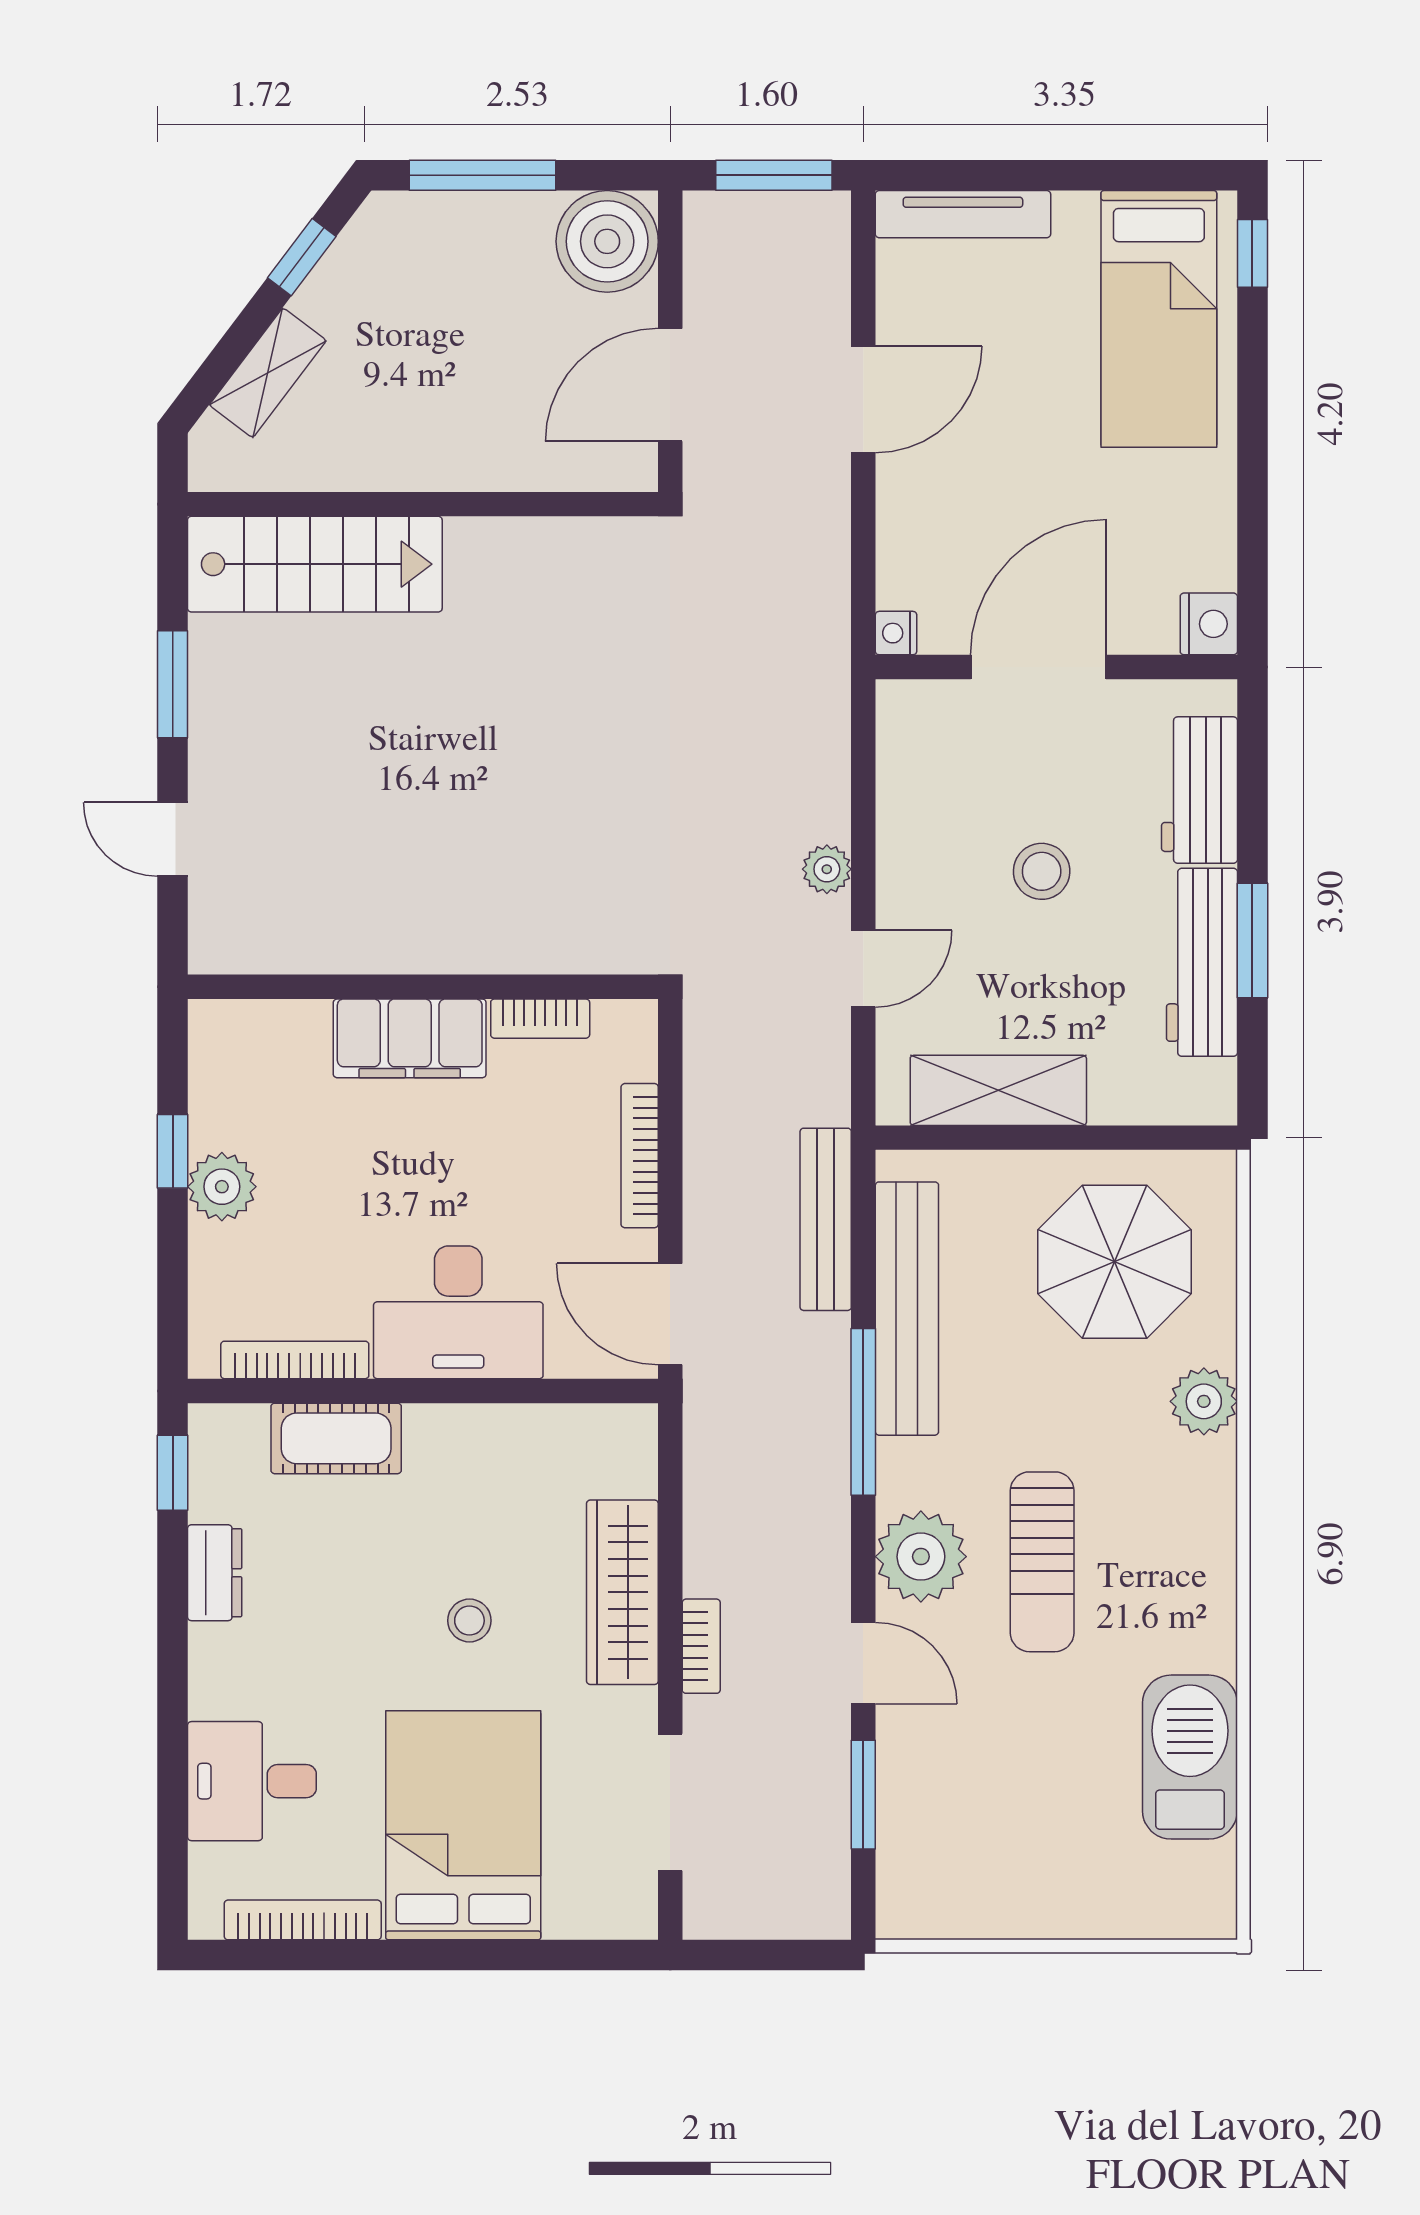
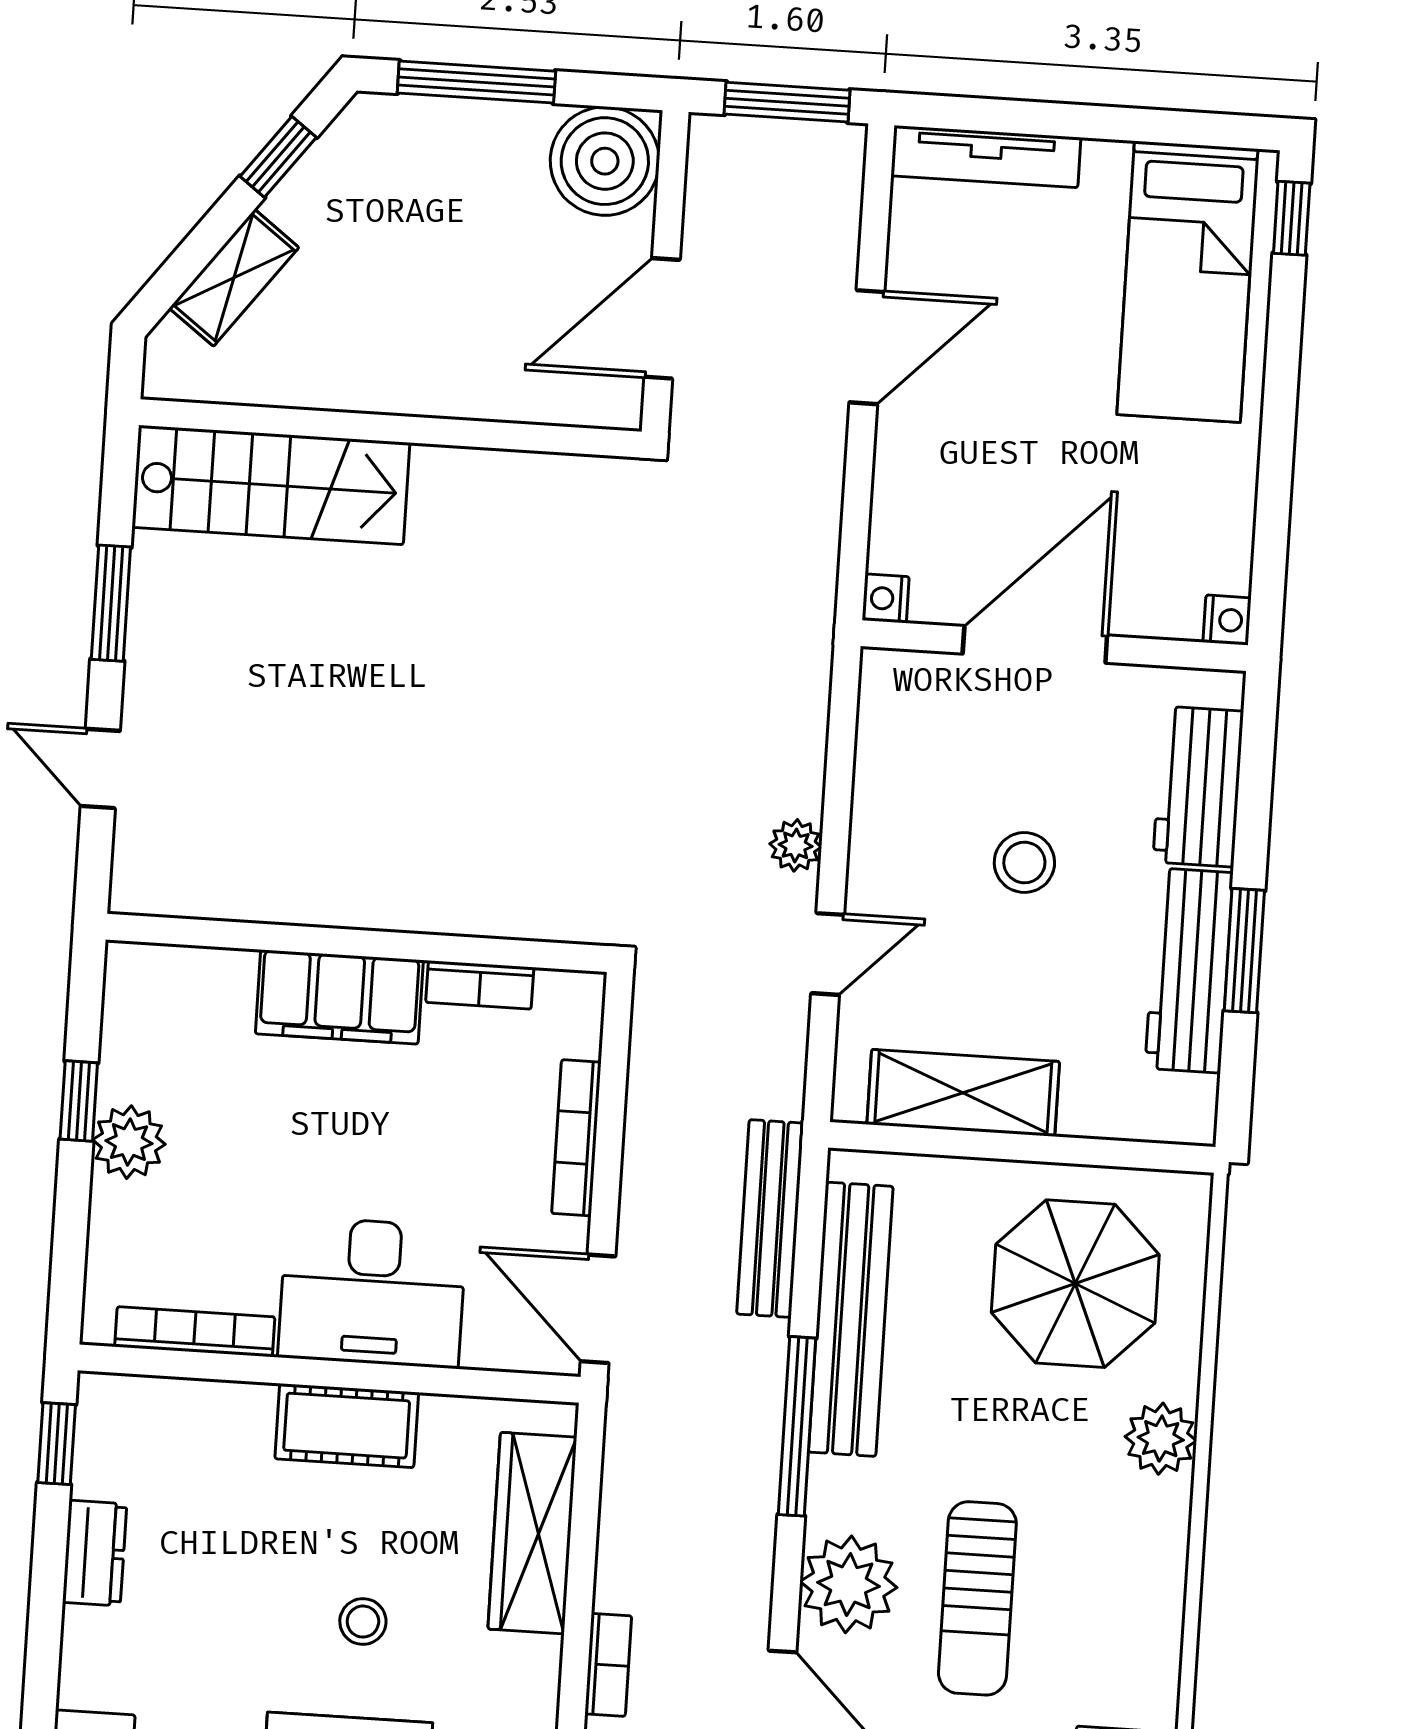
nightstand: (1209, 624) -> (1227, 620), width x0.72, depth x0.74
cot: (336, 1438) -> (347, 1426), moved
wardrobe: (622, 1592) -> (532, 1533), moved

